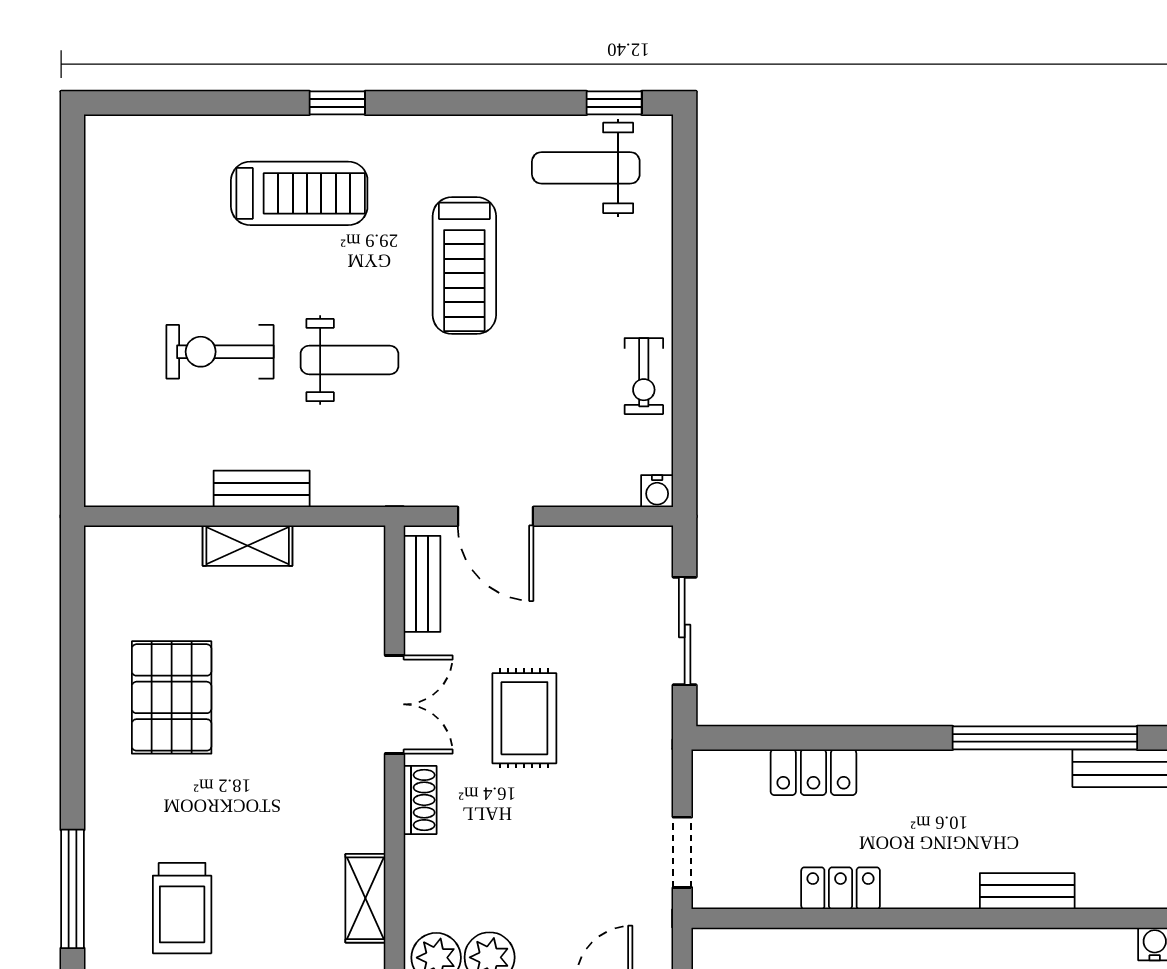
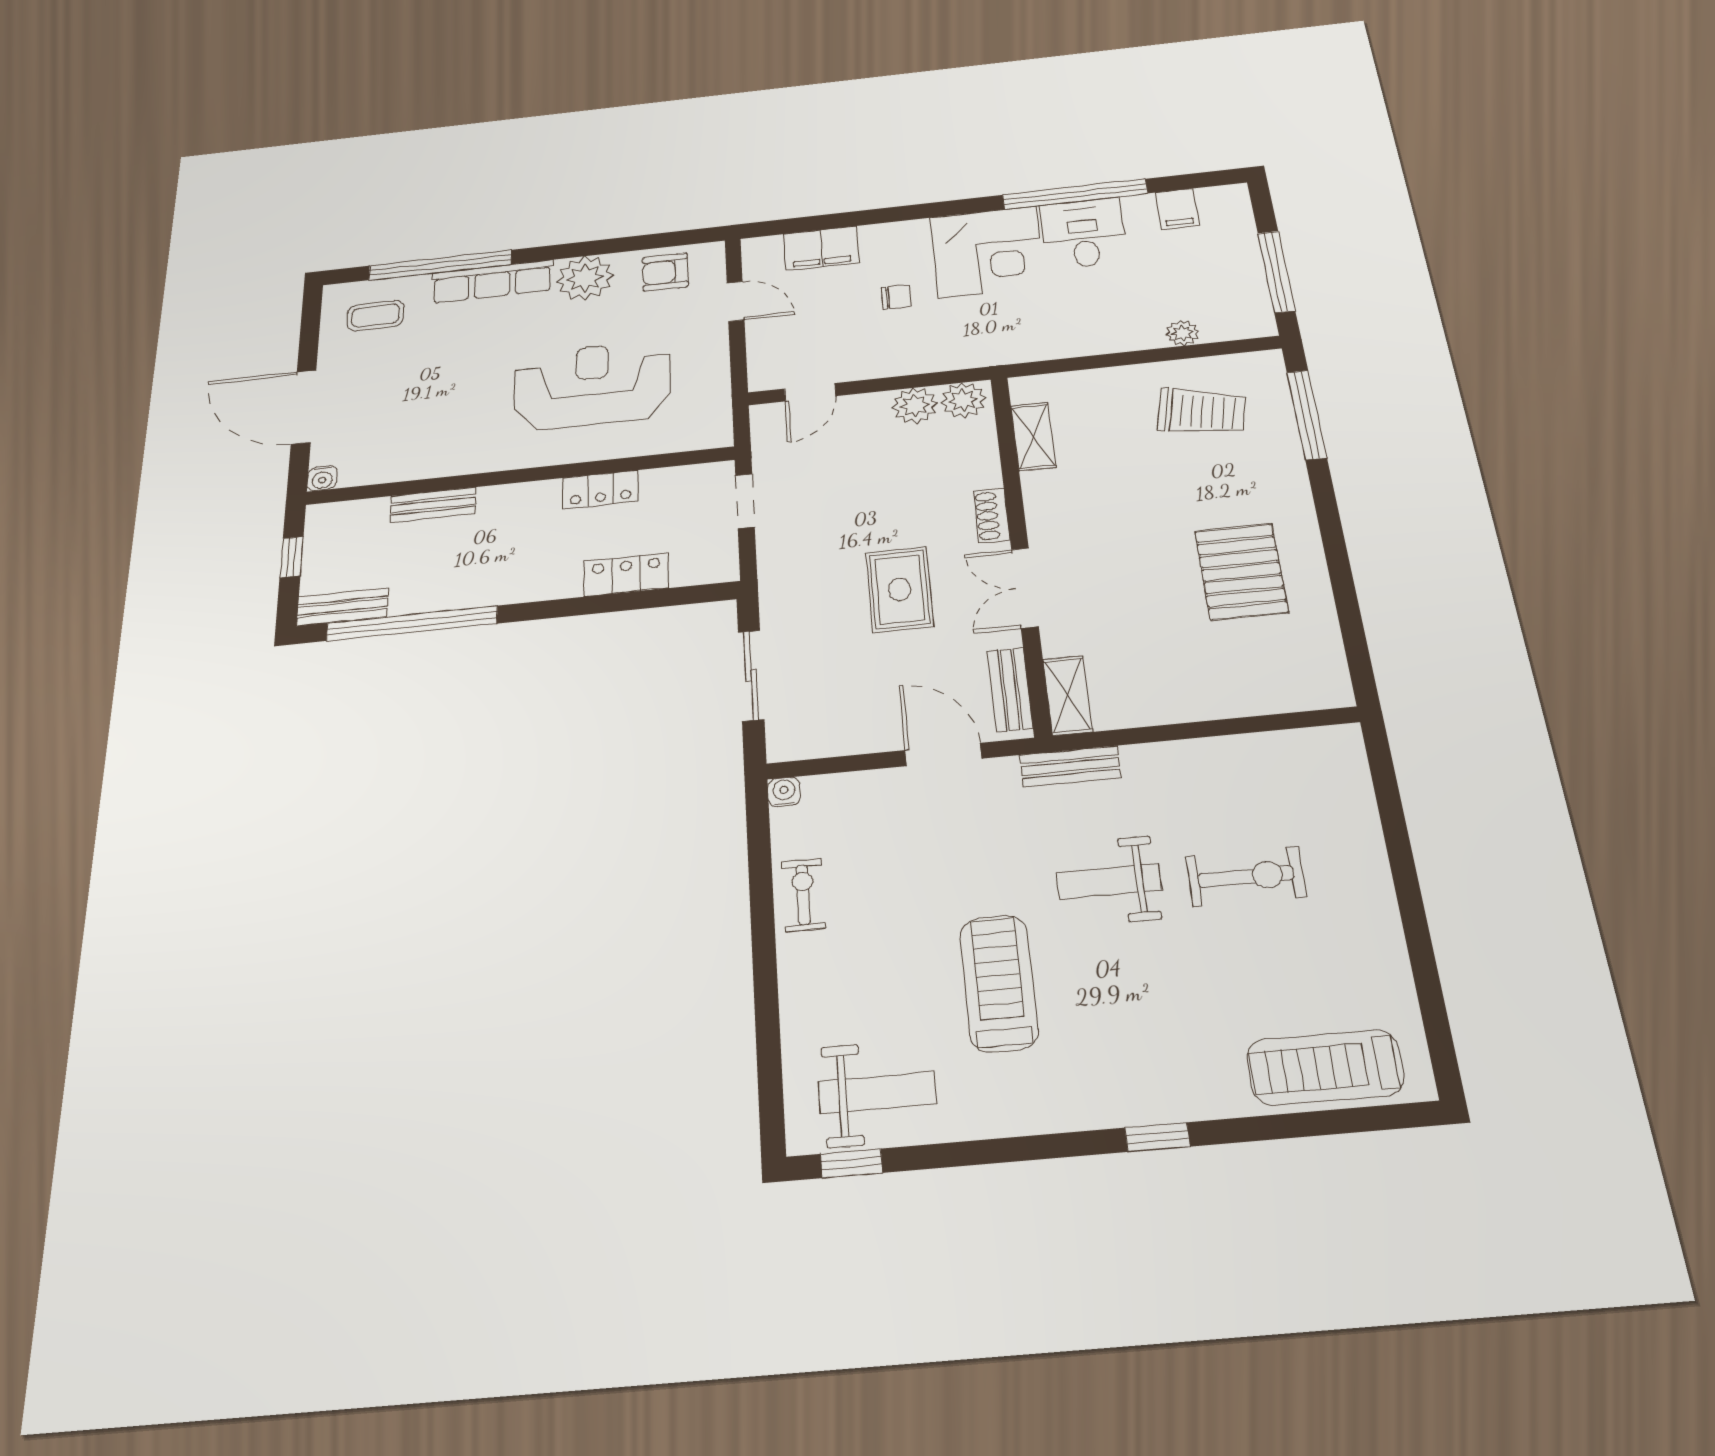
treadmill: (299, 193) -> (1325, 1067), moved
bench: (262, 489) -> (1070, 766), moved
shelving: (248, 546) -> (1068, 695), moved, turned 90
trolley: (182, 908) -> (1202, 411), turned 102

